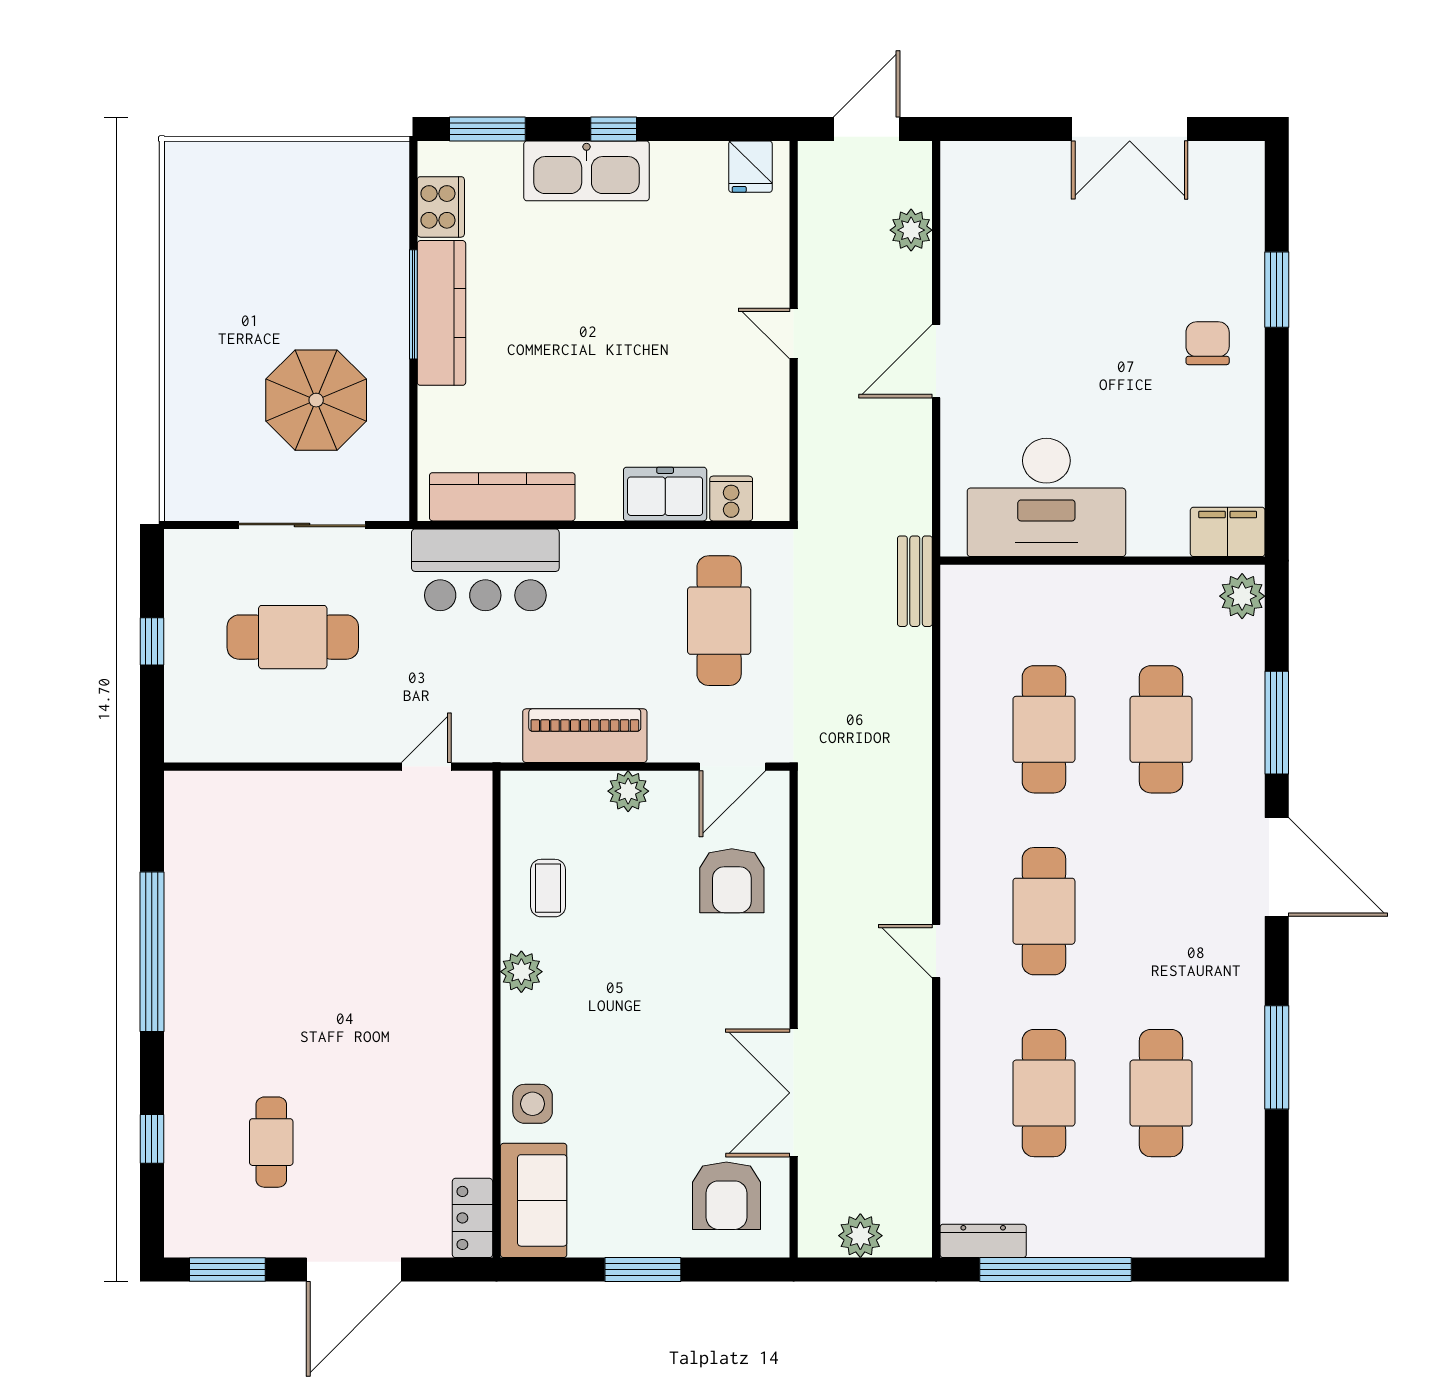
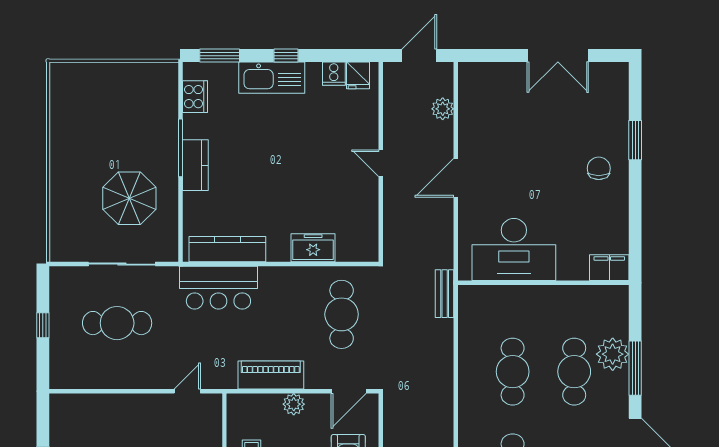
kitchen counter: (441, 313) -> (195, 165), width x0.67
cooker: (731, 499) -> (334, 74), moved, turned 180
plant: (1242, 596) -> (613, 354), moved, width x1.36, depth x1.36

